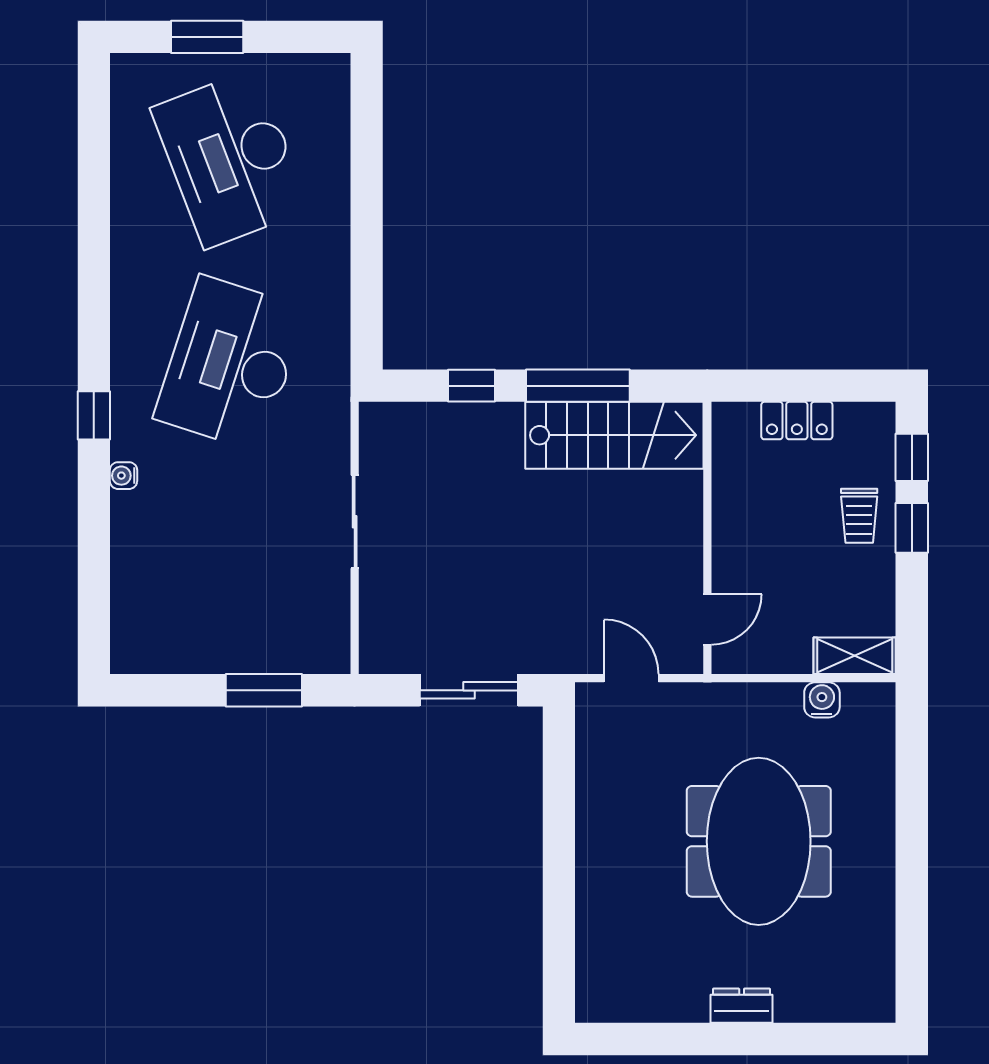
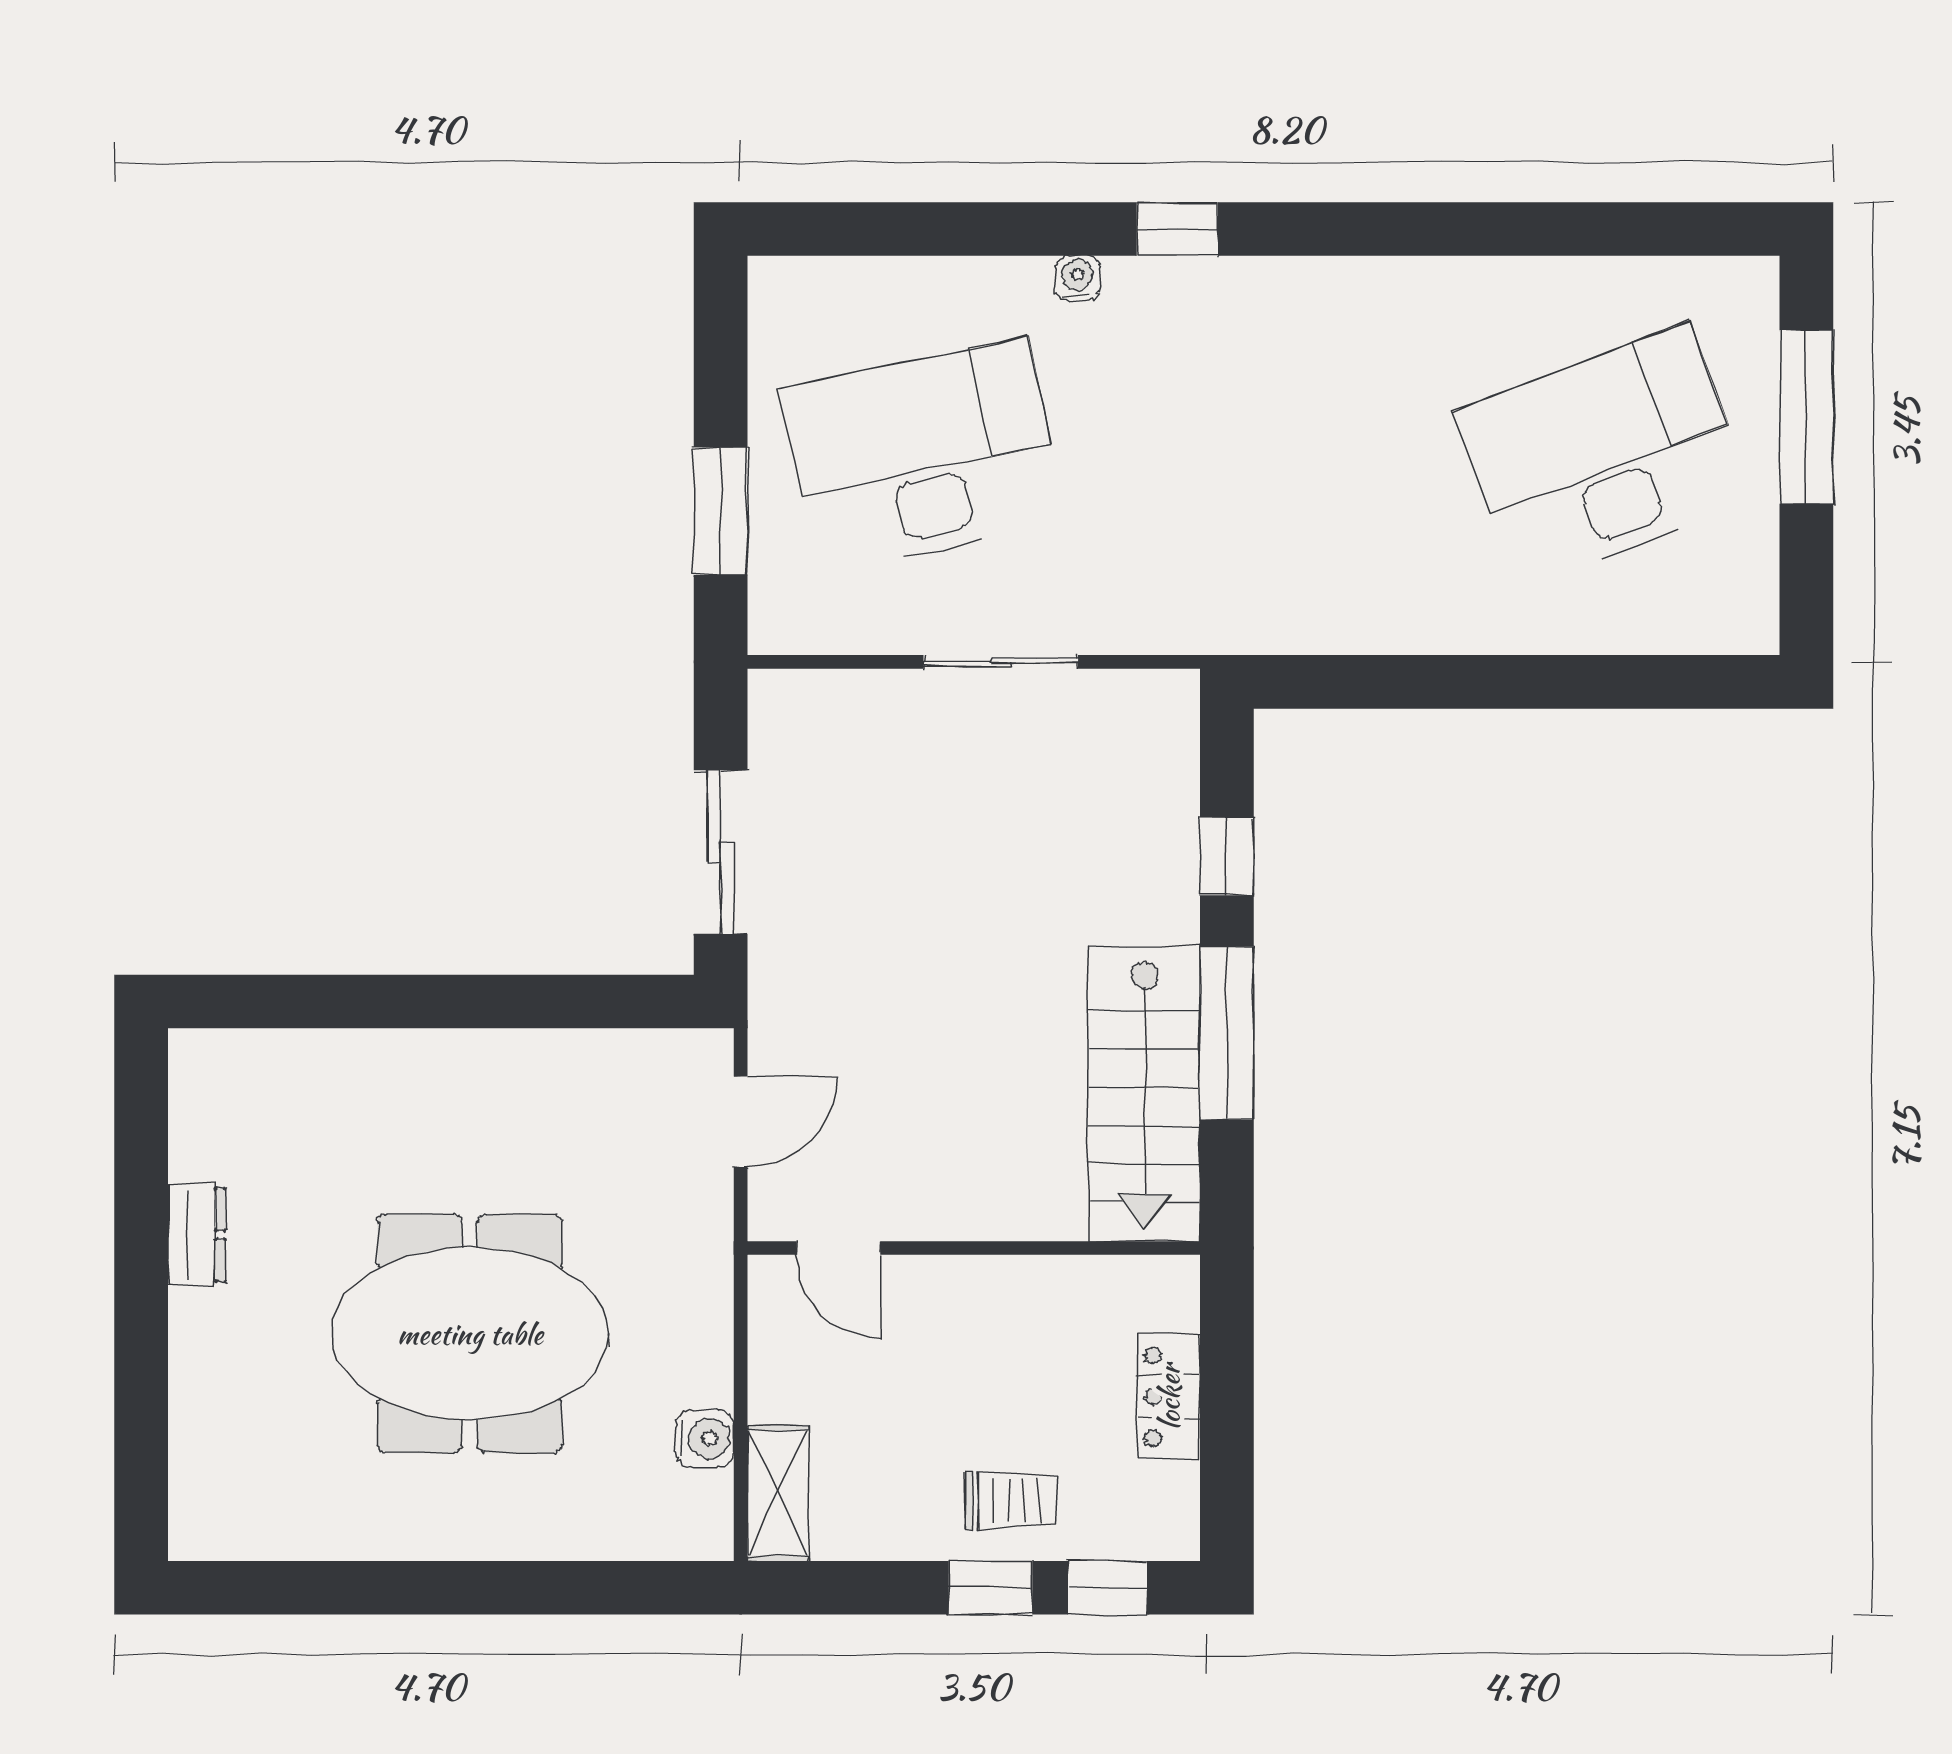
window: (207, 37) -> (1806, 417), width x1.44
desk: (230, 364) -> (923, 455), moved, turned -30
trolley: (859, 516) -> (1011, 1500), turned 180
dresser: (742, 1006) -> (197, 1235), moved

